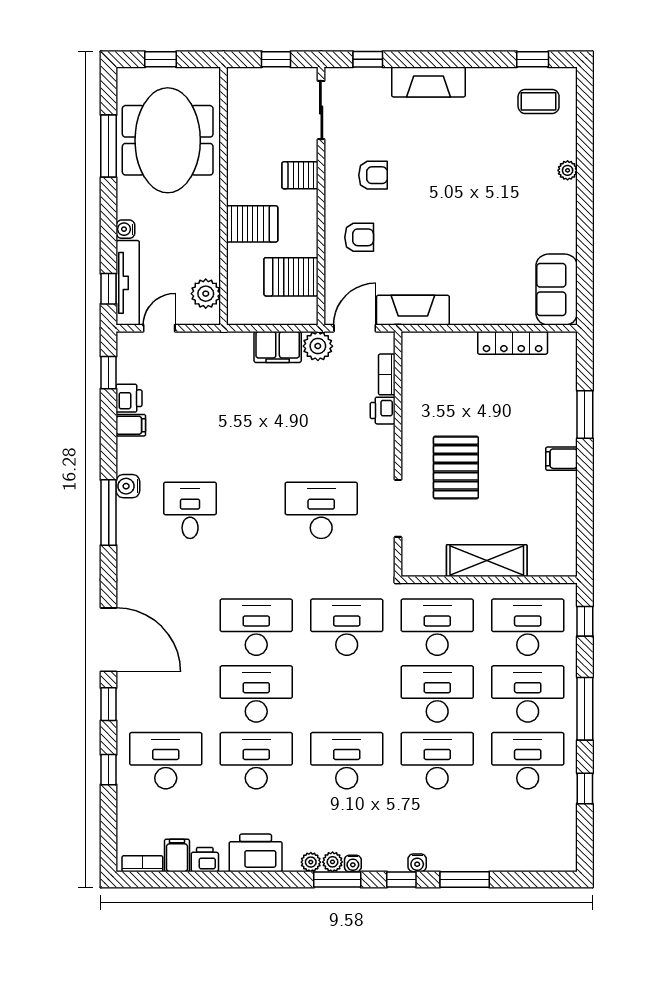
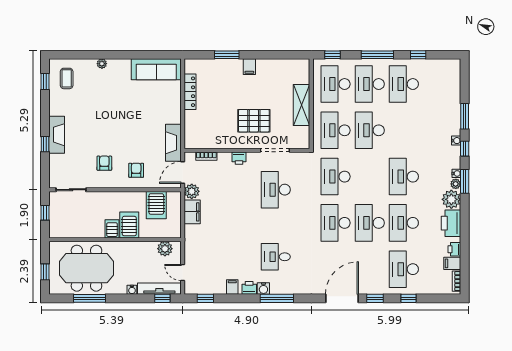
window: (368, 59) -> (45, 144), moved
server rack: (300, 175) -> (112, 229), moved, turned 180
sofa: (557, 290) -> (156, 69), width x1.36
door: (355, 328) -> (183, 173), hinge flipped
printer: (129, 398) -> (249, 288), moved
printer: (383, 411) -> (239, 158), moved
desk: (437, 761) -> (404, 130), removed
plant: (311, 862) -> (451, 199), width x1.87, depth x1.87

